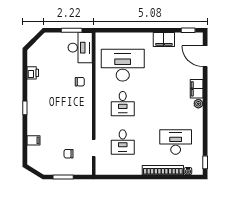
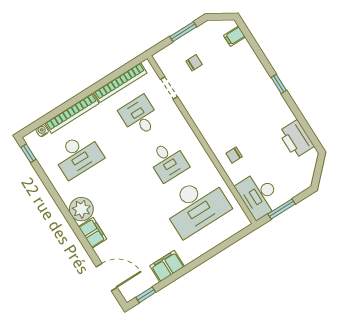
printer: (33, 73) -> (296, 139), width x1.87, depth x1.48
desk: (123, 104) -> (168, 161), turned 180
plant: (198, 104) -> (81, 209), width x1.87, depth x1.87
filing cabinet: (33, 140) -> (235, 36), moved
bookcase: (121, 170) -> (120, 83), added

